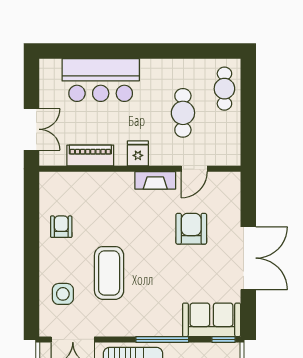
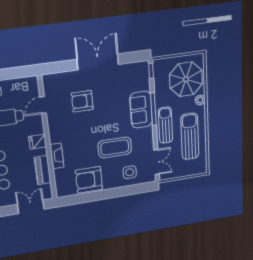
door: (194, 169) -> (43, 105), swing flipped
fireplace: (155, 180) -> (57, 156), moved
armchair: (61, 227) -> (89, 180), width x1.88, depth x1.88
sofa: (212, 320) -> (141, 110), moved

